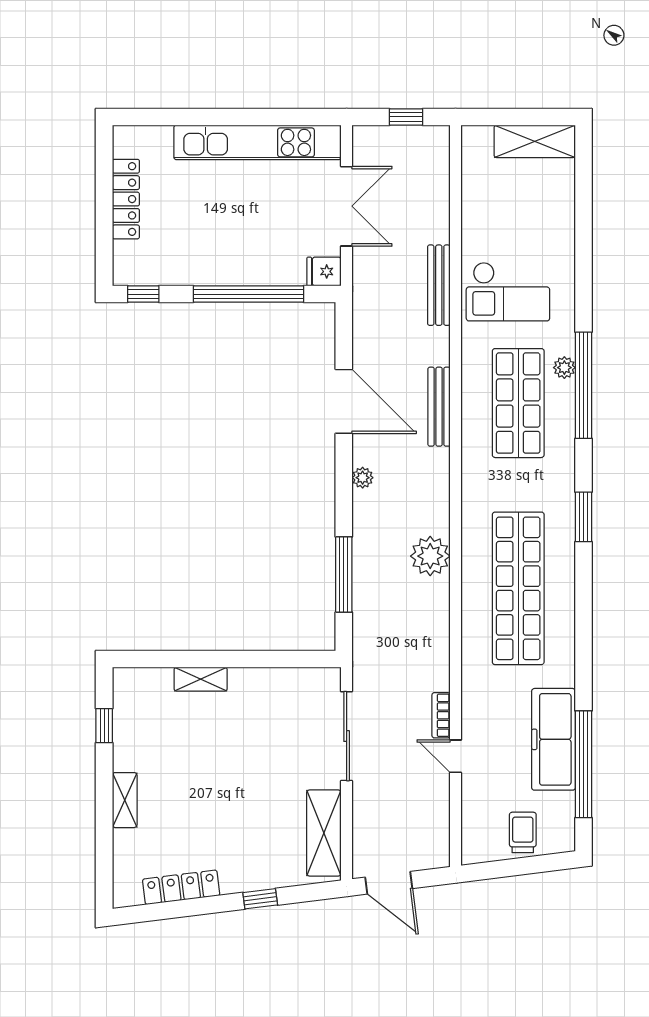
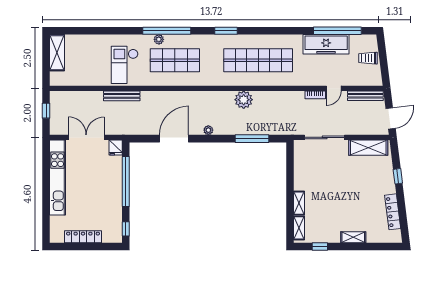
checkout: (508, 292) -> (125, 65), turned 180
bench: (439, 407) -> (365, 96), moved
shelving: (145, 679) -> (299, 228), added

